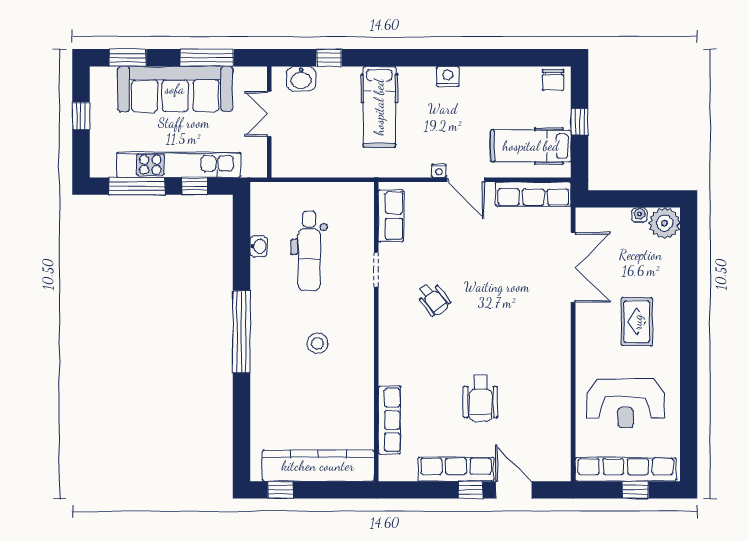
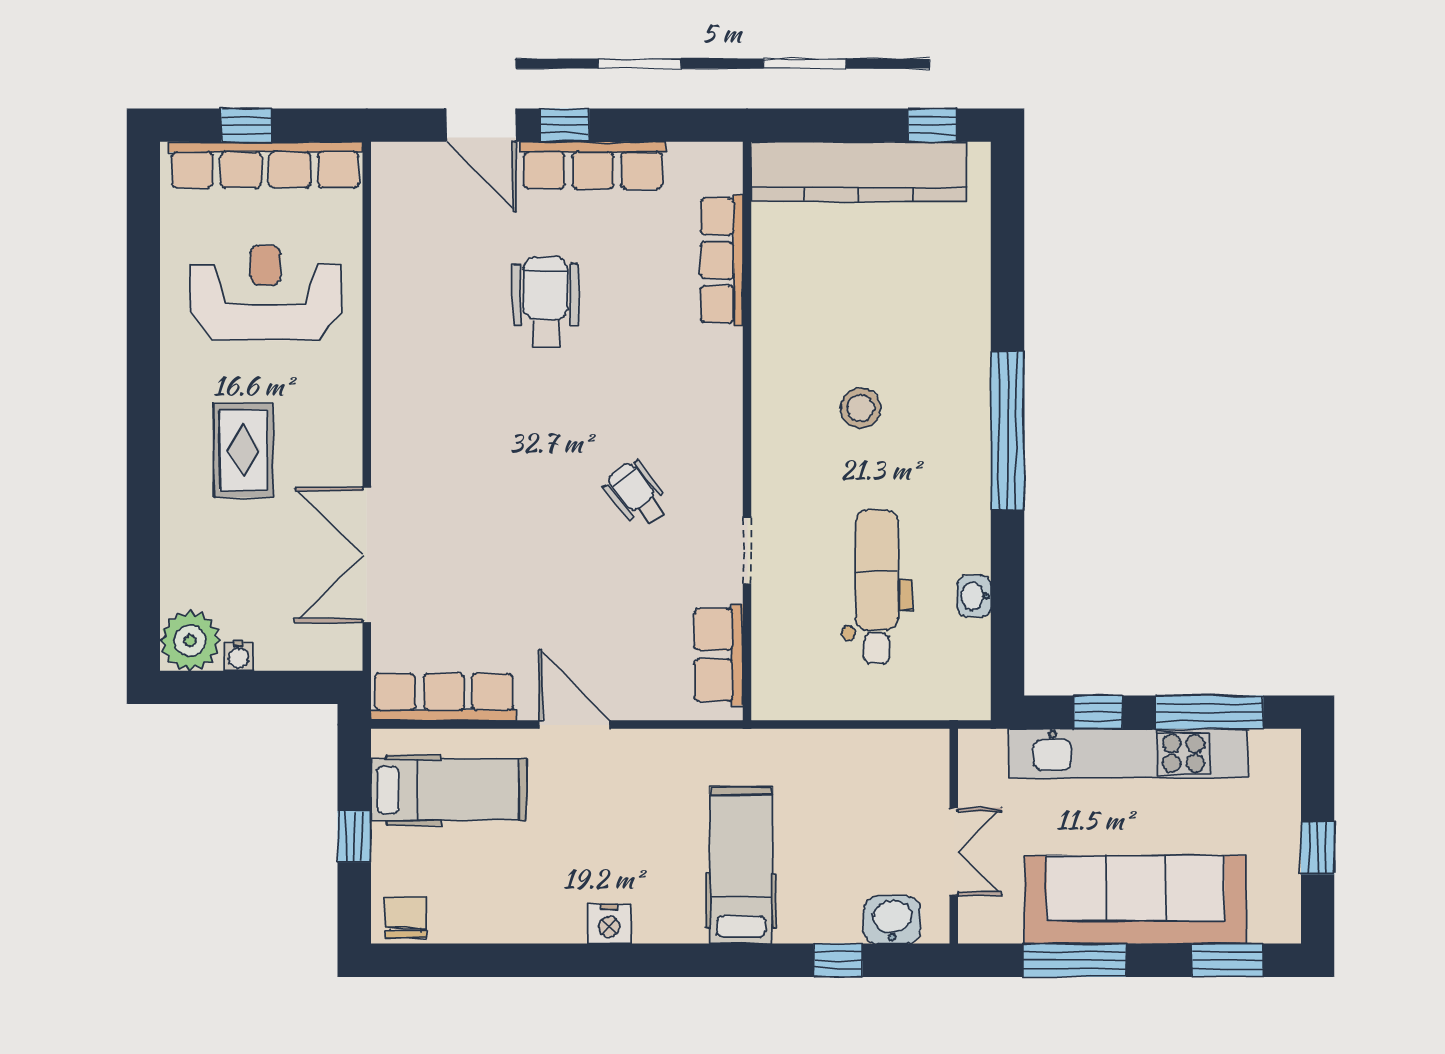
nightstand: (439, 171) -> (626, 742), removed

